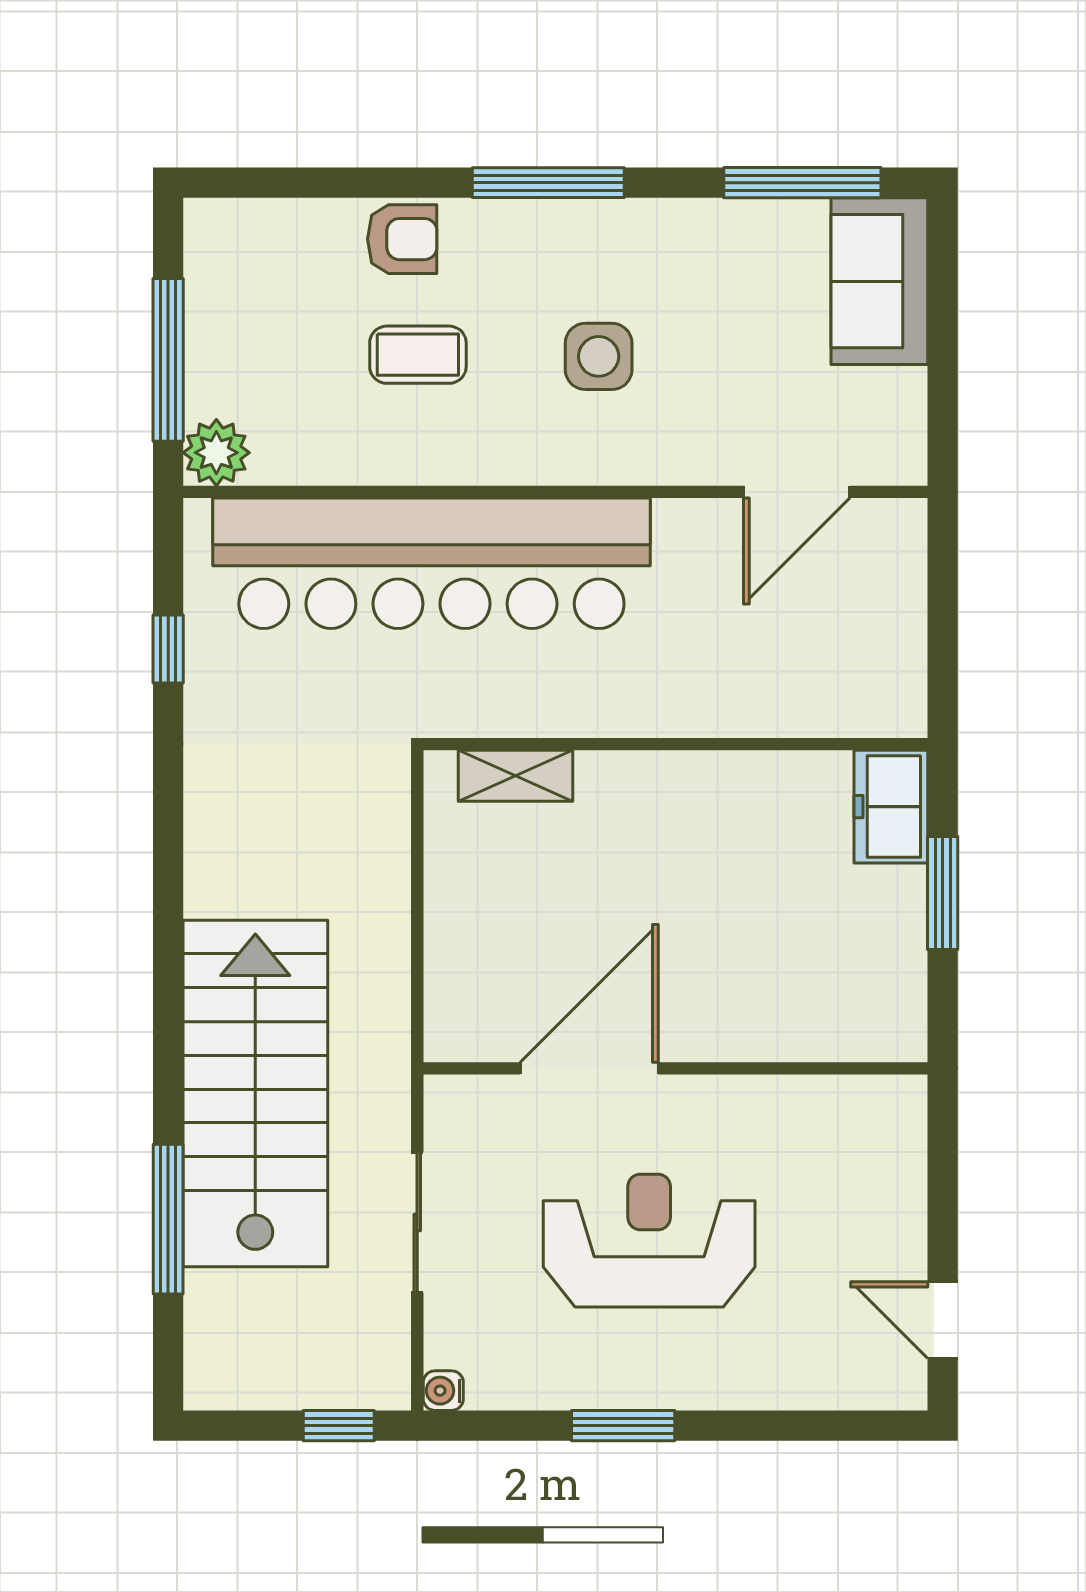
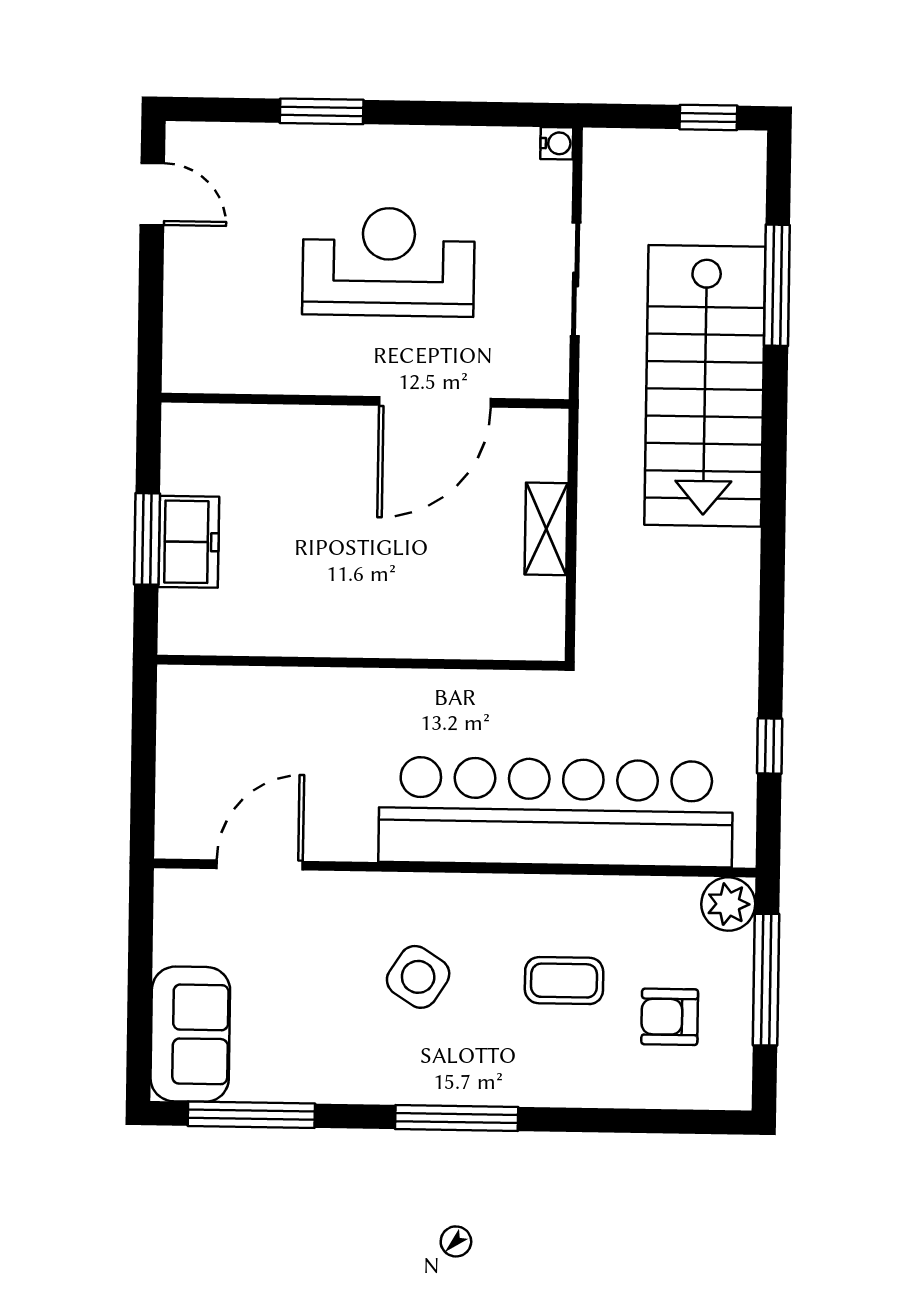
armchair: (402, 239) -> (670, 1017), moved
side table: (599, 356) -> (418, 977), turned 33
shelving: (515, 776) -> (546, 529), moved, turned 90
freezer: (891, 807) -> (189, 542), moved
reception desk: (649, 1241) -> (388, 262), turned 180
window: (339, 1426) -> (708, 117), moved
window: (623, 1426) -> (322, 111), moved

